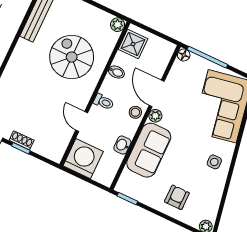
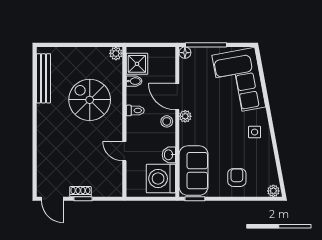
bidet: (116, 72) -> (134, 81), moved
toilet: (104, 102) -> (135, 110), moved
sofa: (149, 150) -> (194, 171), moved
washing machine: (83, 159) -> (161, 179), moved, turned -90

